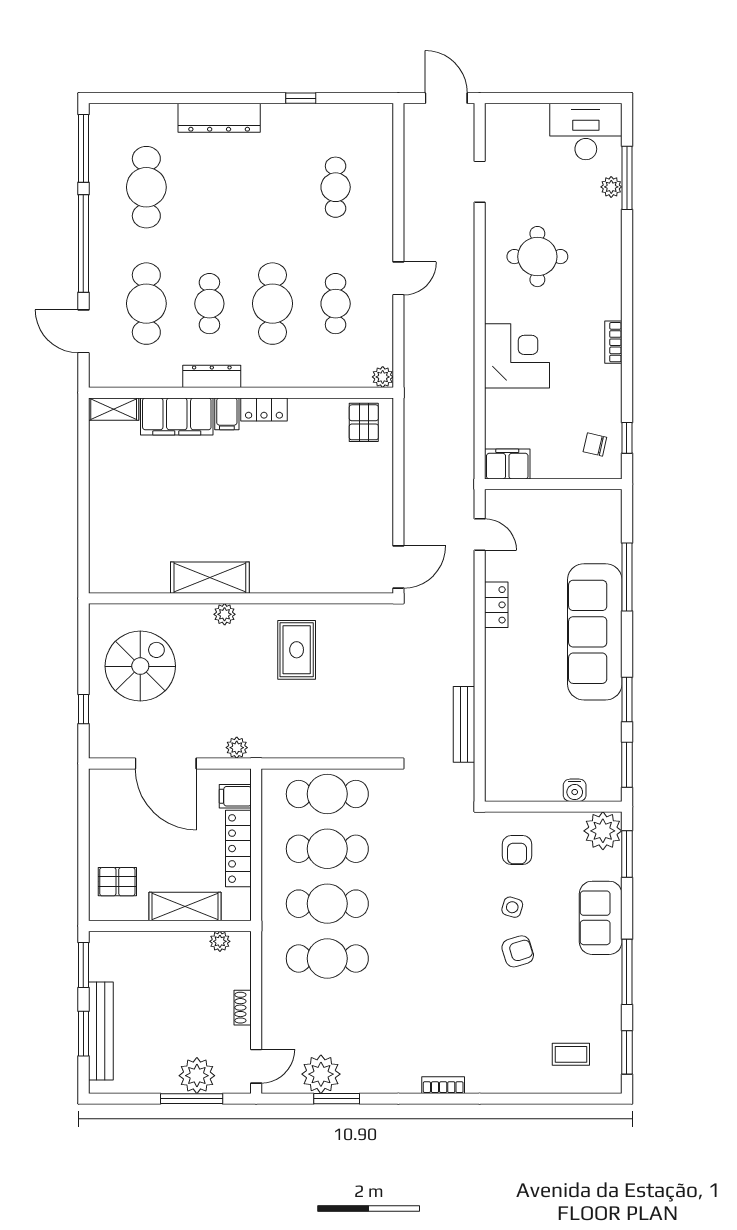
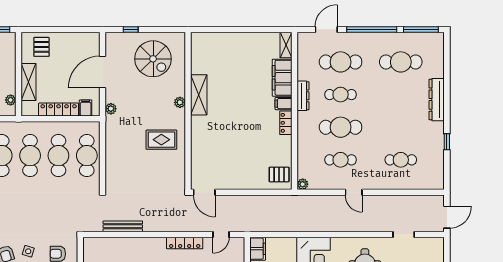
locker: (496, 605) -> (185, 243), width x1.53

